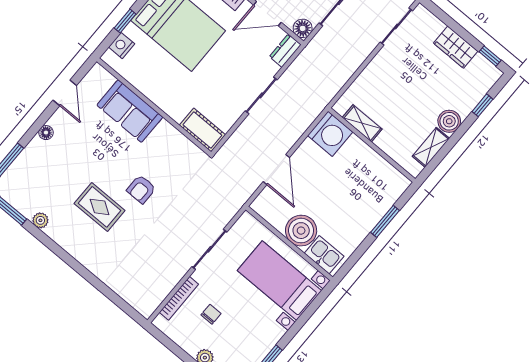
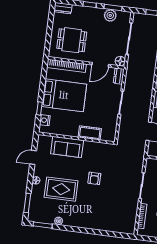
door: (65, 93) -> (33, 157), swing flipped
cot: (202, 130) -> (90, 133), moved
rug: (100, 207) -> (61, 189), moved, width x1.36, depth x1.43

